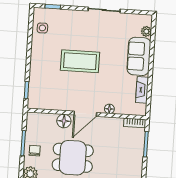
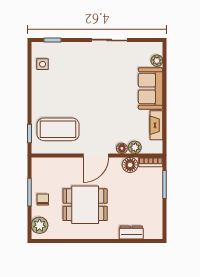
coffee table: (80, 61) -> (58, 129), moved
plant: (121, 109) -> (135, 147), added
floor lamp: (64, 121) -> (130, 165), moved

